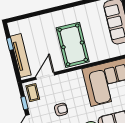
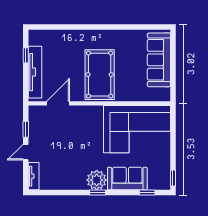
coffee table: (33, 93) -> (39, 119), removed
armchair: (61, 109) -> (67, 148), removed

